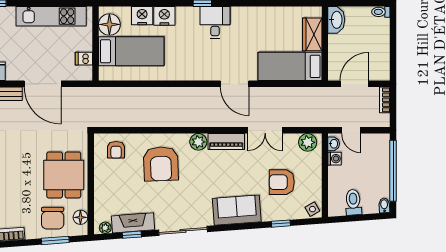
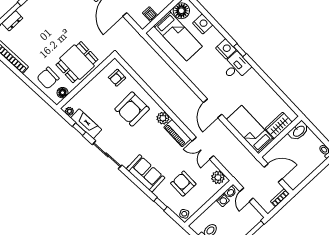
nightstand: (164, 16) -> (226, 49), moved
window: (55, 240) -> (37, 91), removed

